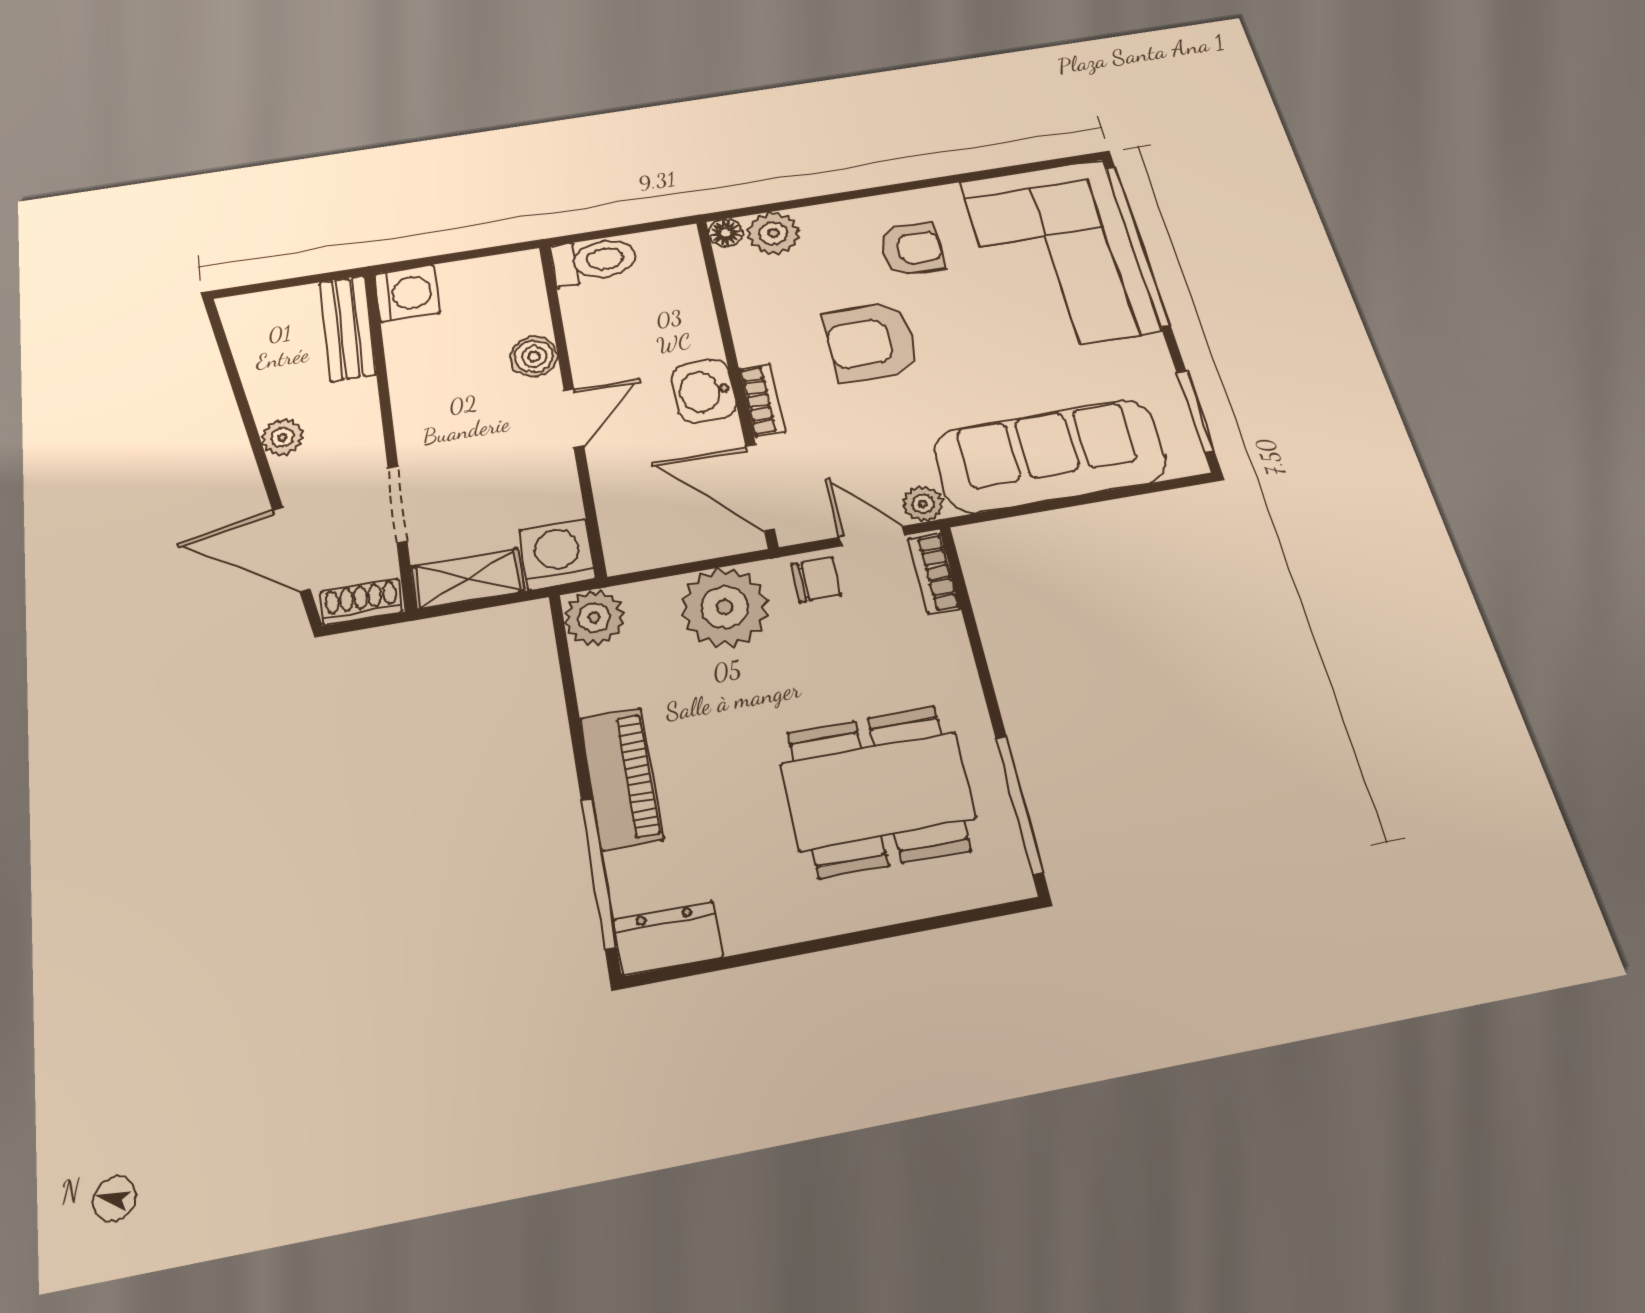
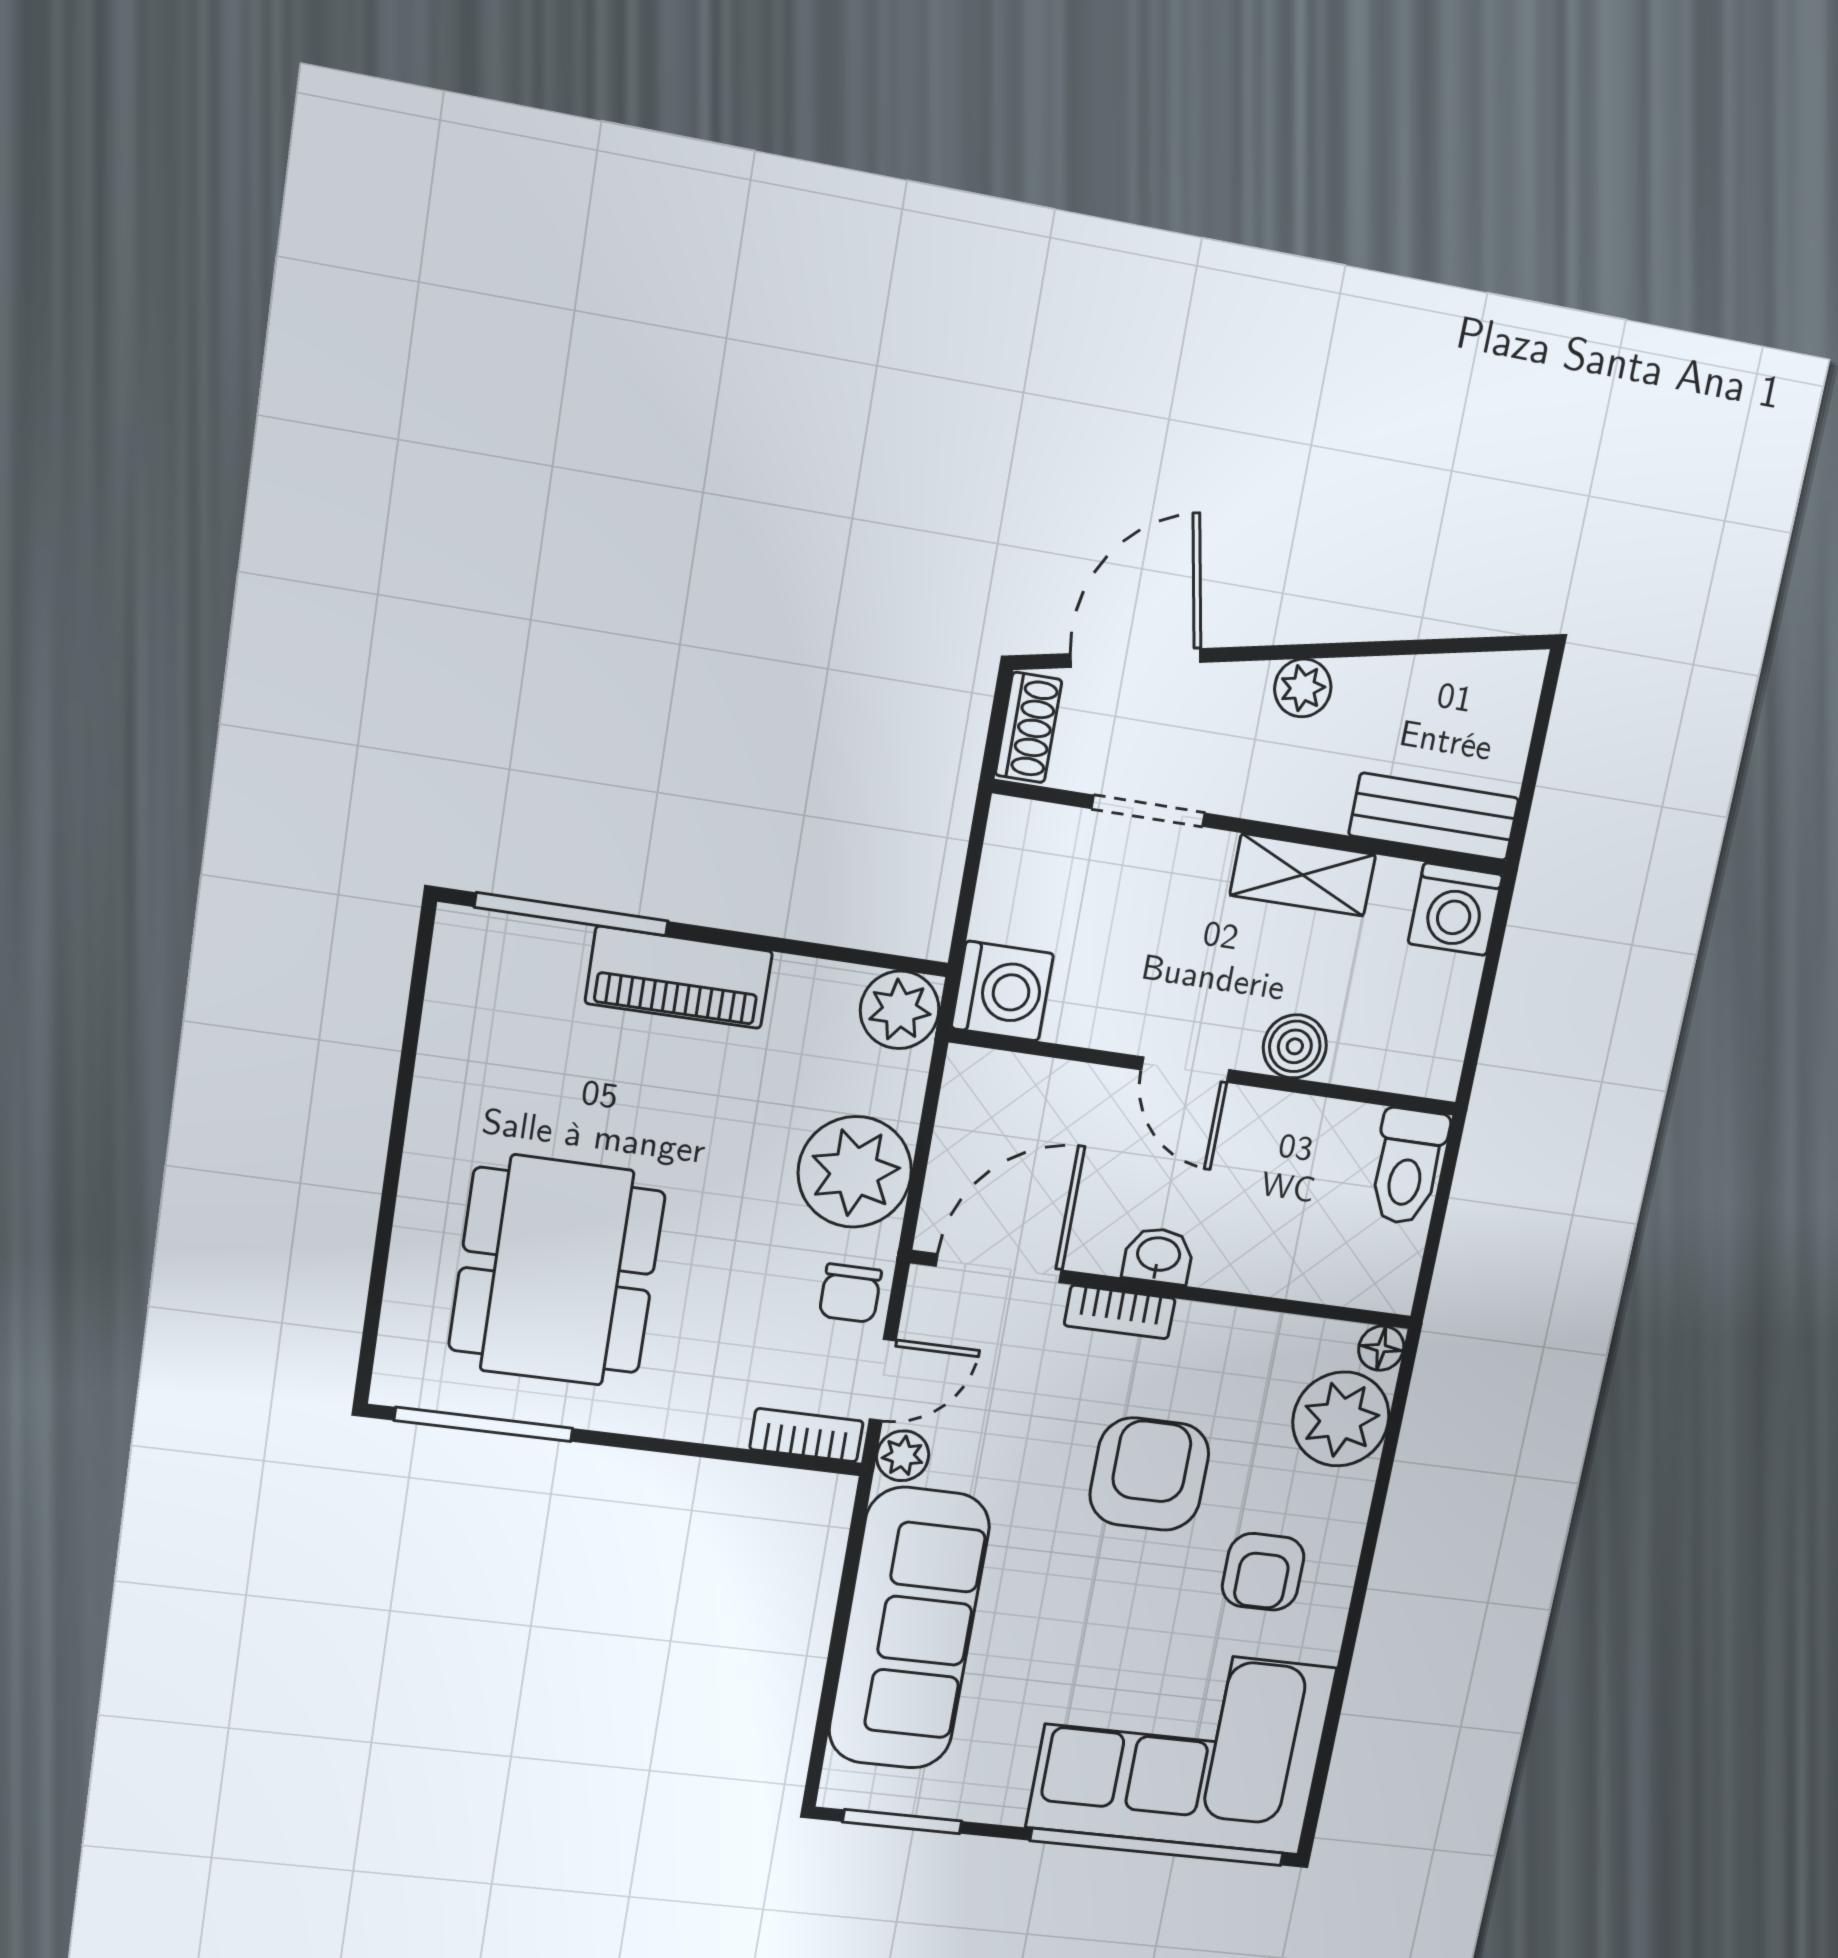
plant: (773, 233) -> (1341, 1419), width x1.36, depth x1.36
washbasin: (704, 391) -> (1158, 1256), width x0.72, depth x0.69
shelving: (468, 579) -> (1303, 875), moved, turned 90
dresser: (668, 938) -> (464, 969), removed

